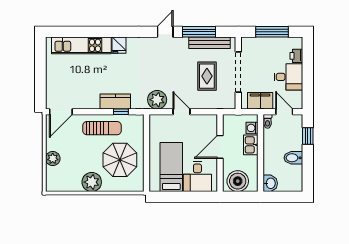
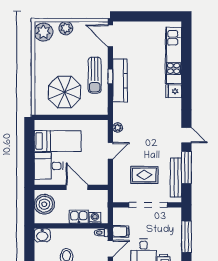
plant: (157, 100) -> (118, 128), width x0.53, depth x0.53
filing cabinet: (260, 101) -> (121, 231), width x0.50
kitchen counter: (115, 102) -> (120, 81), width x1.50
window: (121, 112) -> (110, 76), moved
plant: (92, 182) -> (43, 32), moved

